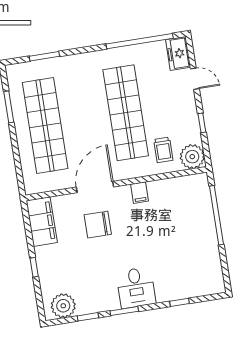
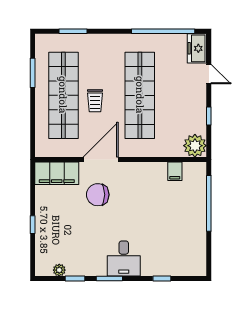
trolley: (163, 150) -> (95, 101), moved
filing cabinet: (139, 193) -> (175, 171), moved
filing cabinet: (42, 222) -> (57, 173), moved, turned 90
plant: (63, 306) -> (59, 270), width x0.53, depth x0.53

